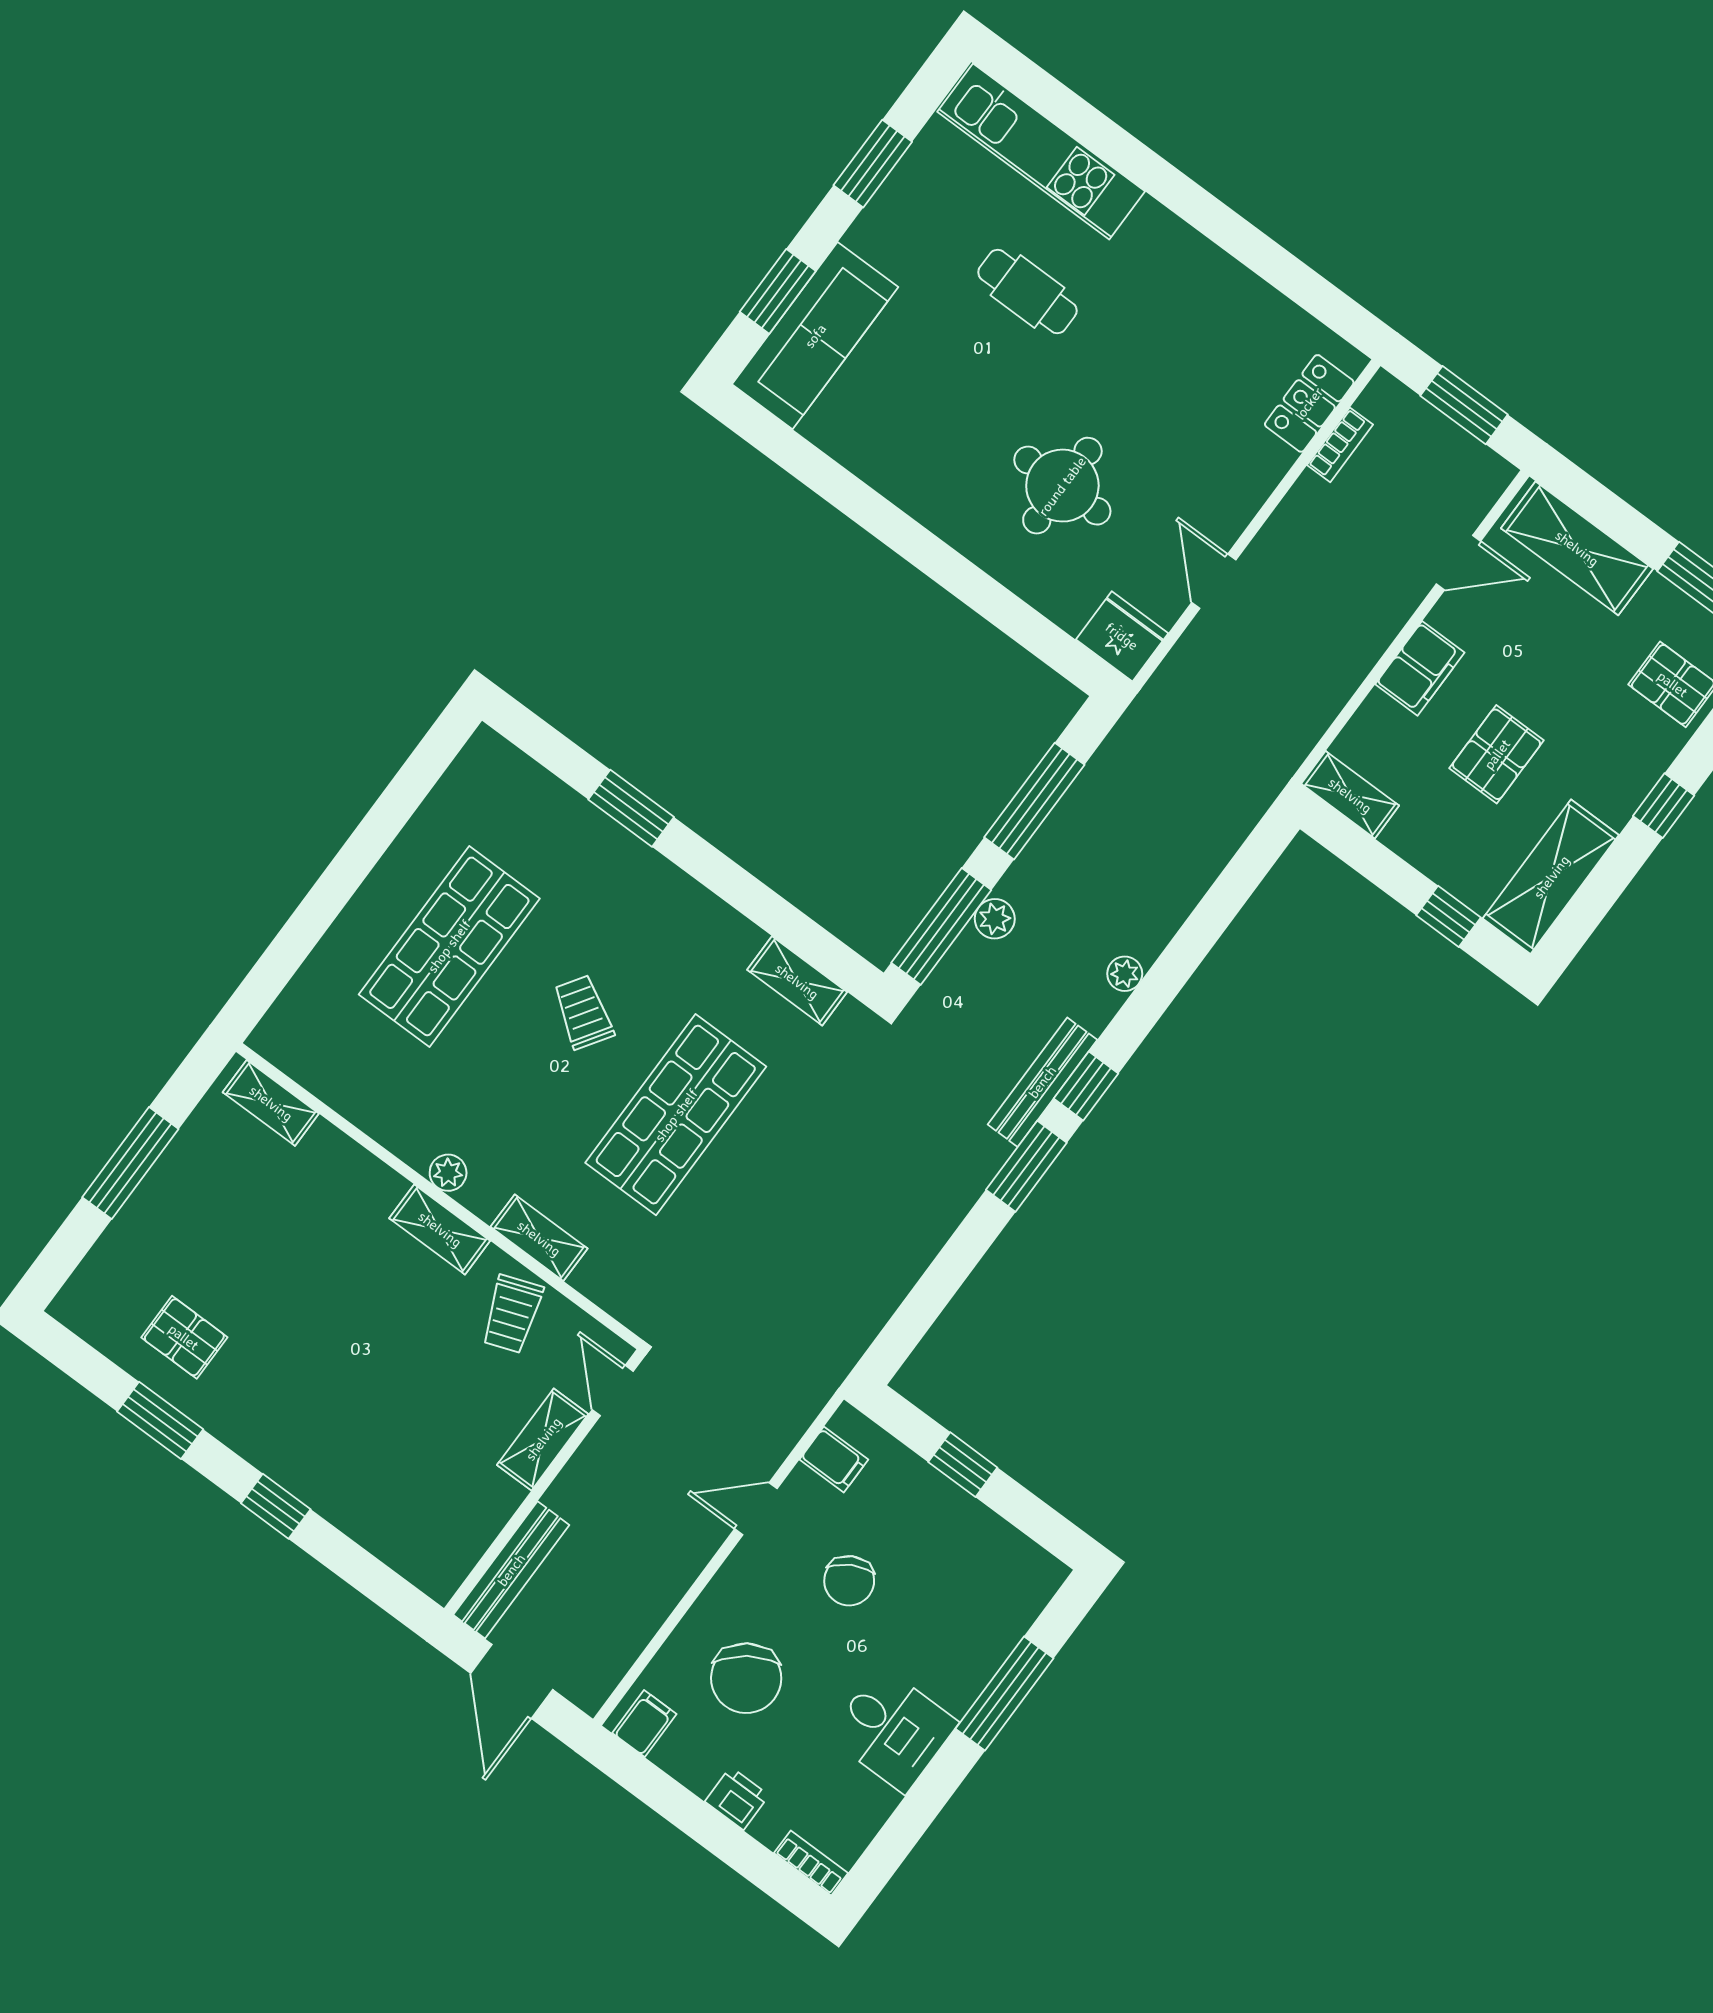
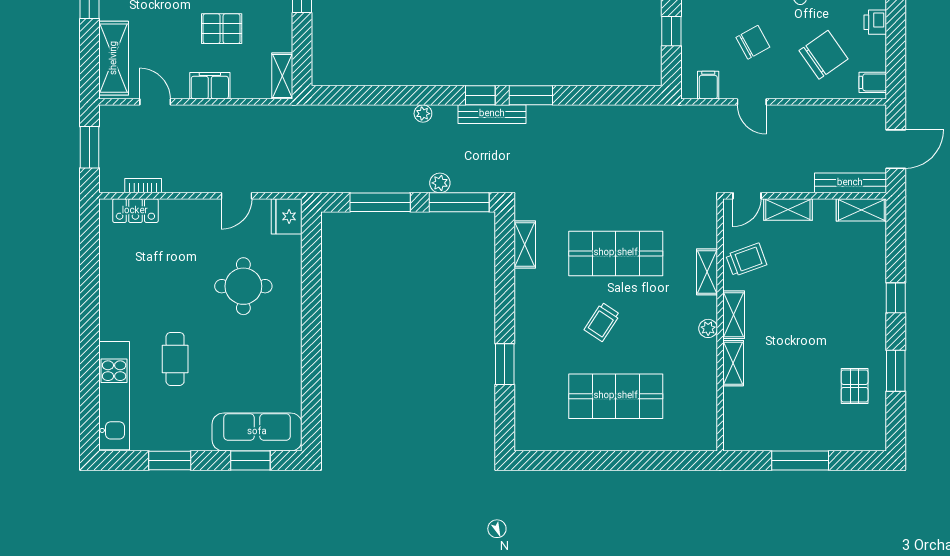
shelving: (271, 1103) -> (733, 363), moved
shelving: (456, 1555) -> (861, 210), added

